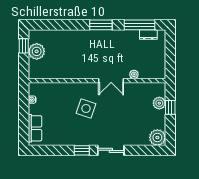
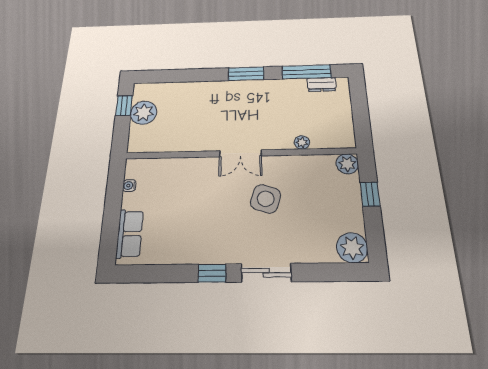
double door: (111, 81) -> (240, 153), moved
plant: (159, 103) -> (347, 164), moved
side table: (86, 108) -> (266, 199), moved

